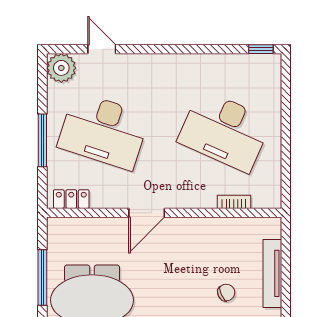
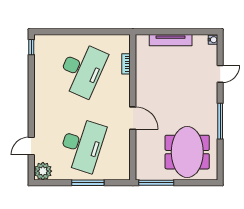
locker: (71, 199) -> (124, 165), removed
window: (42, 278) -> (156, 183), moved
chair: (226, 293) -> (182, 69), removed

